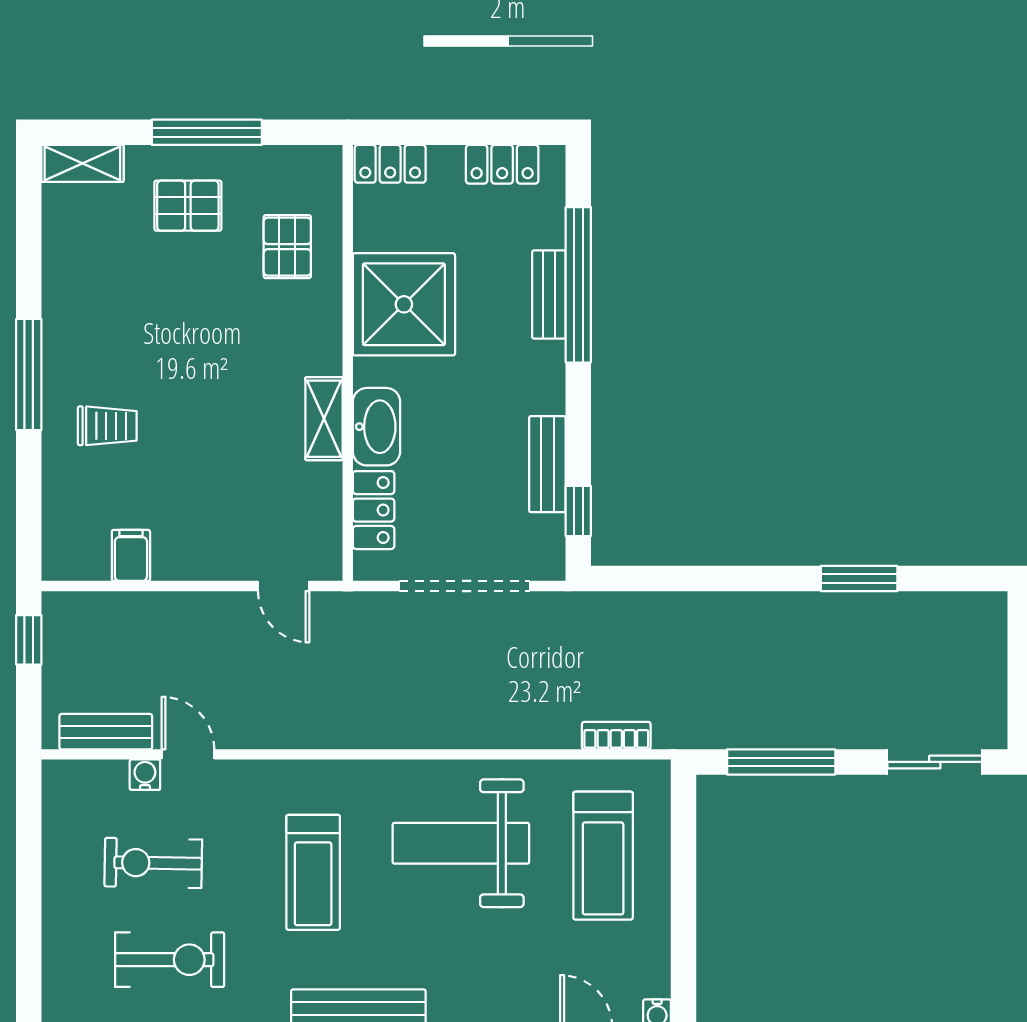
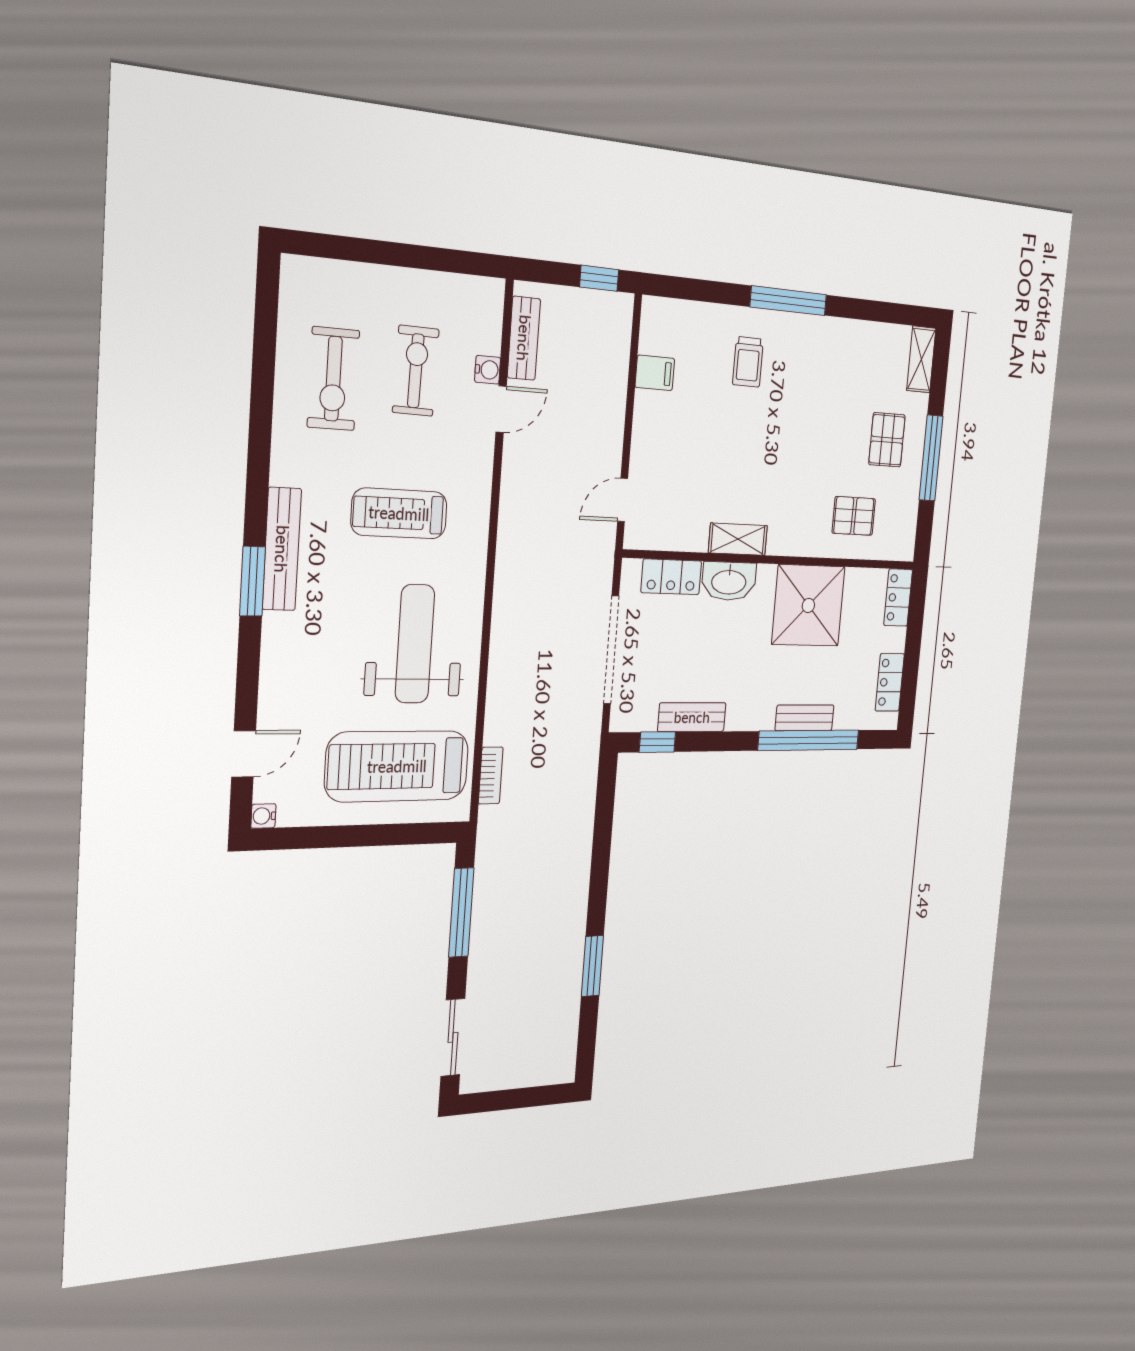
treadmill: (603, 856) -> (397, 766), width x1.37, depth x1.38

